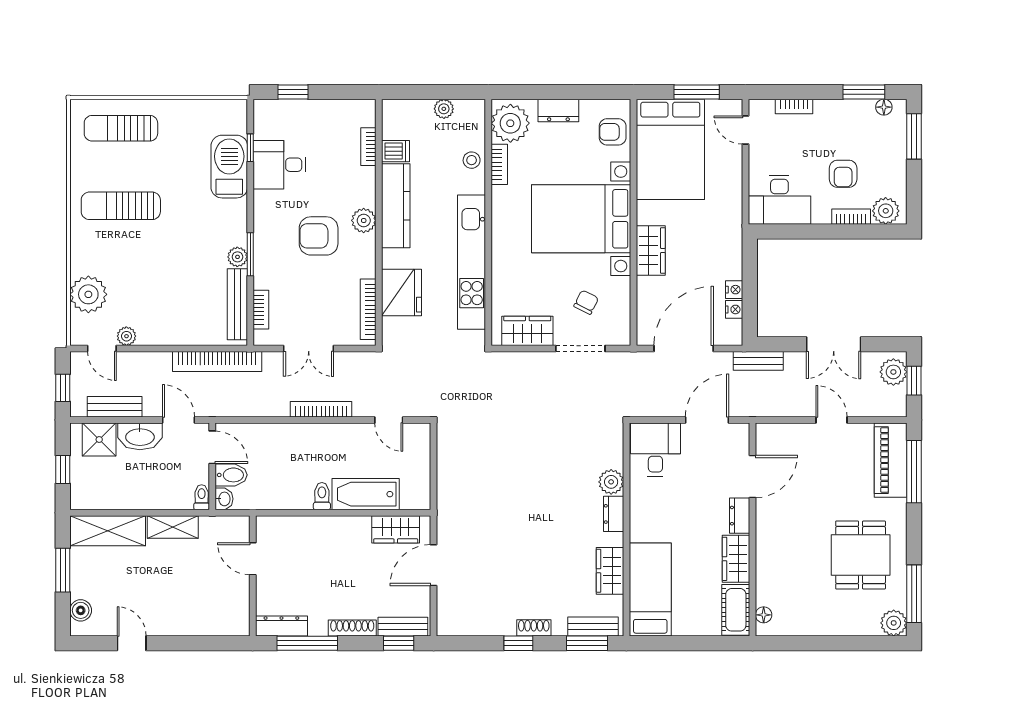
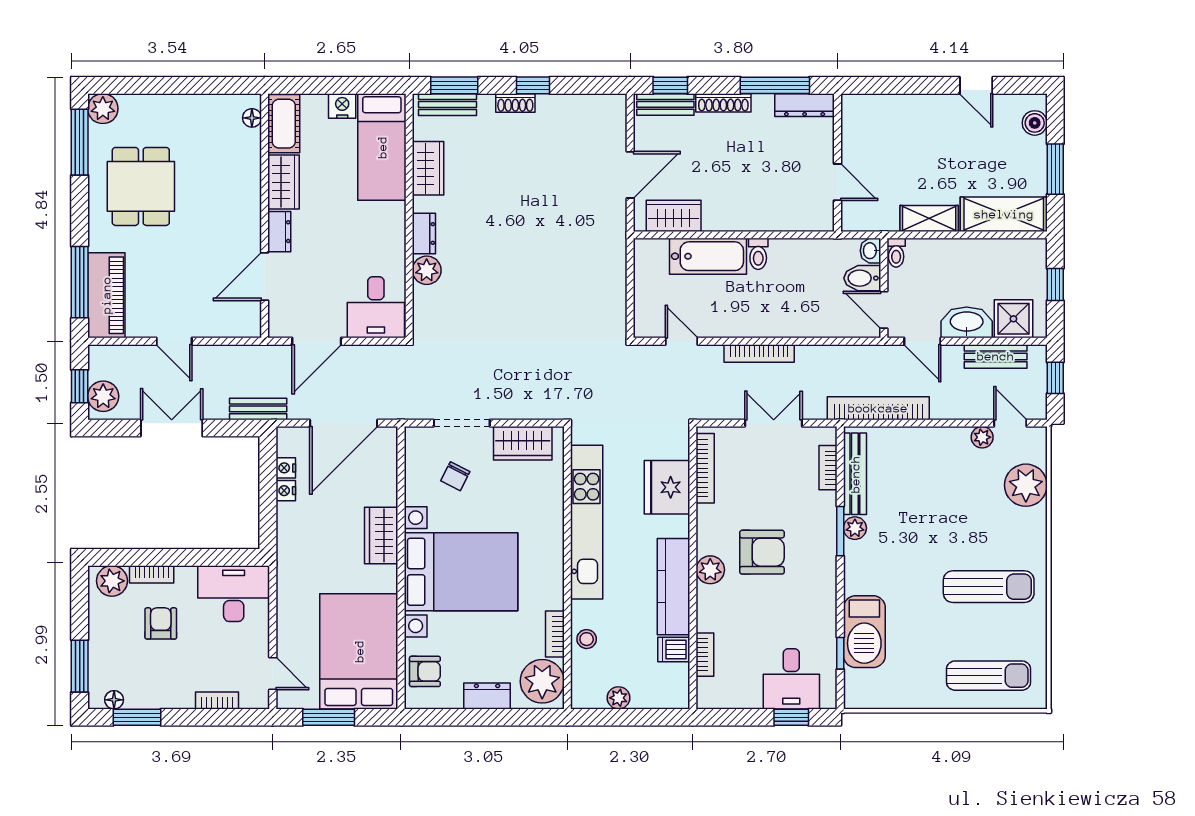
desk: (279, 165) -> (791, 679), moved, turned 90
nightstand: (685, 625) -> (342, 106), added

